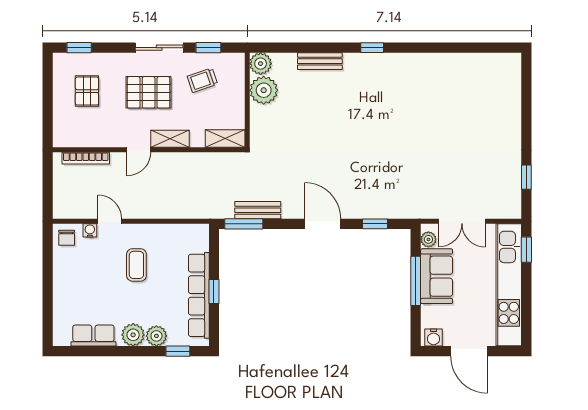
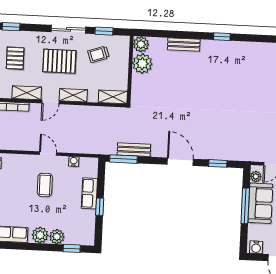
shelving: (105, 138) -> (27, 93), added
door: (110, 221) -> (48, 154), moved
water cooler: (90, 230) -> (74, 161), moved
row of seats: (199, 295) -> (89, 193), width x0.50

